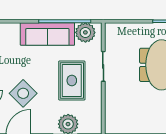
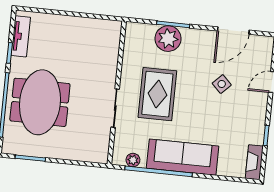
plant: (85, 32) -> (133, 160), width x0.53, depth x0.53
side table: (23, 93) -> (222, 84), width x0.54, depth x0.54

